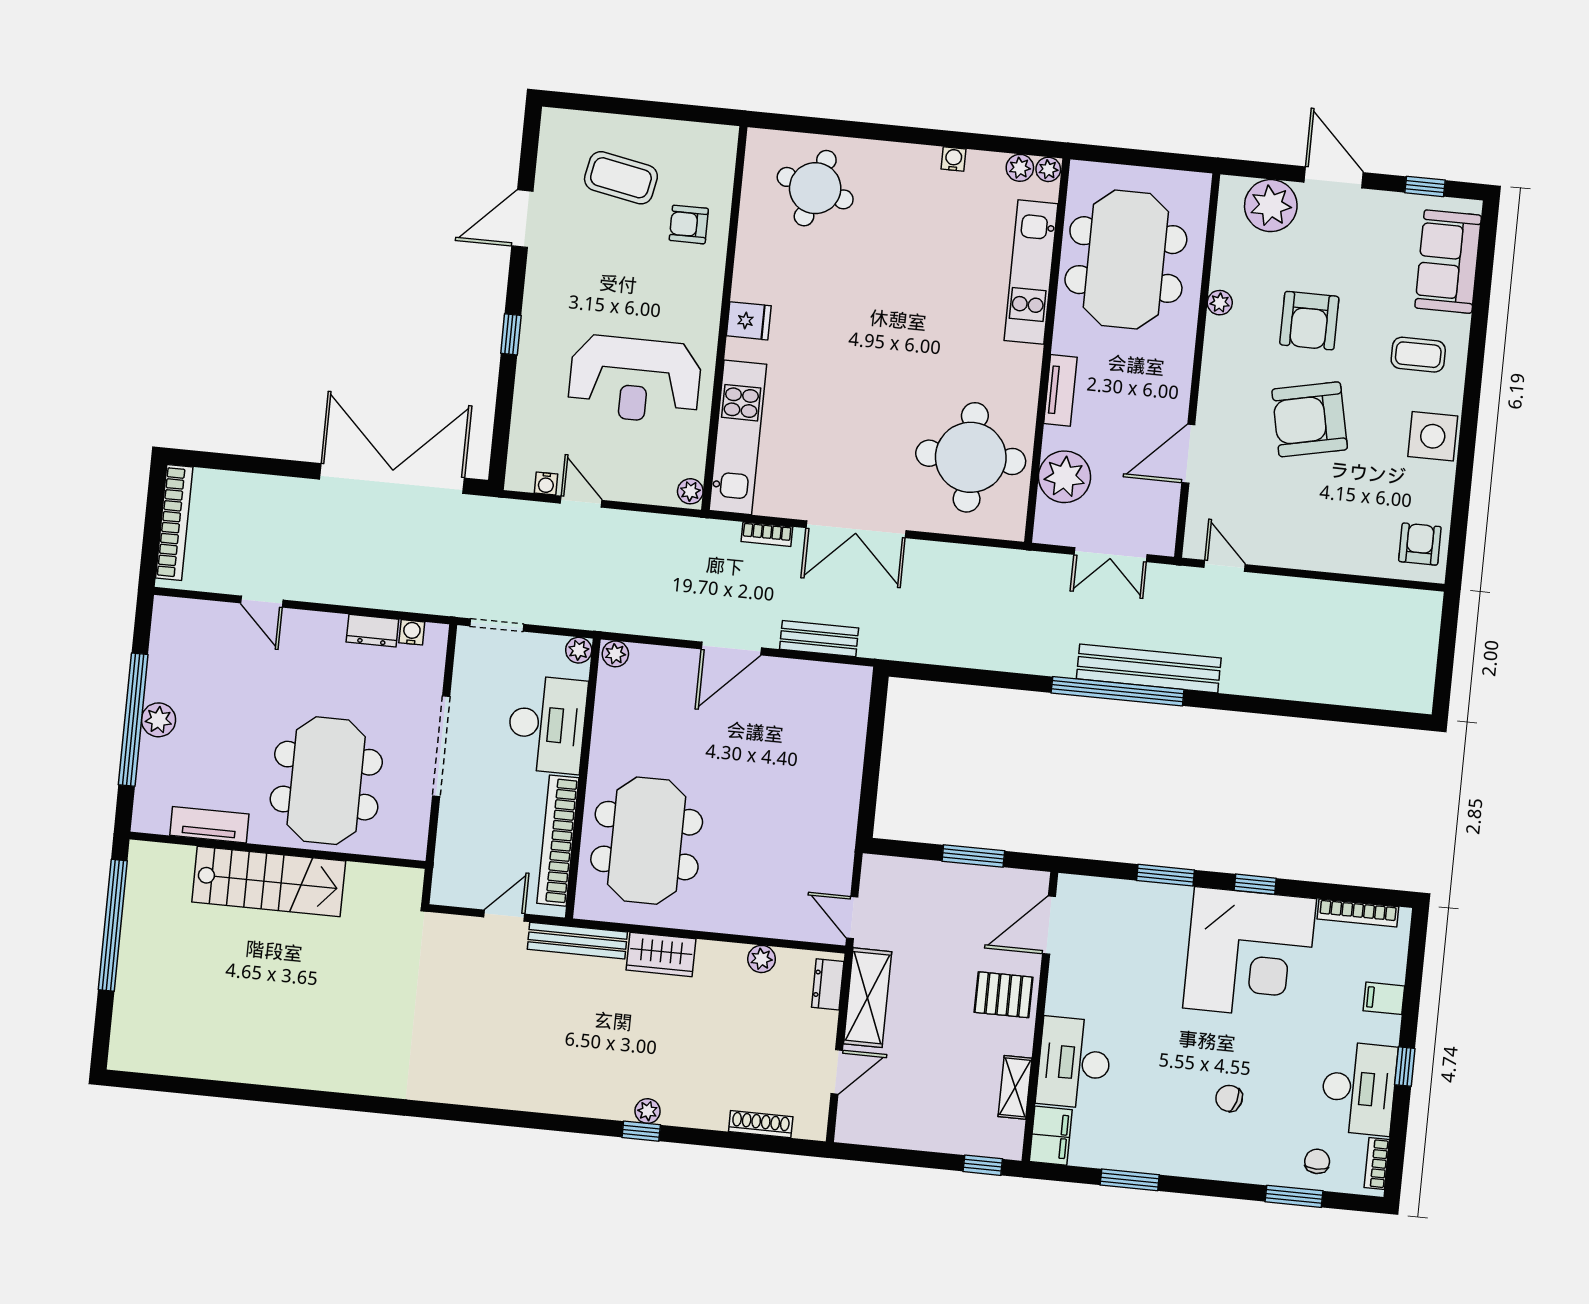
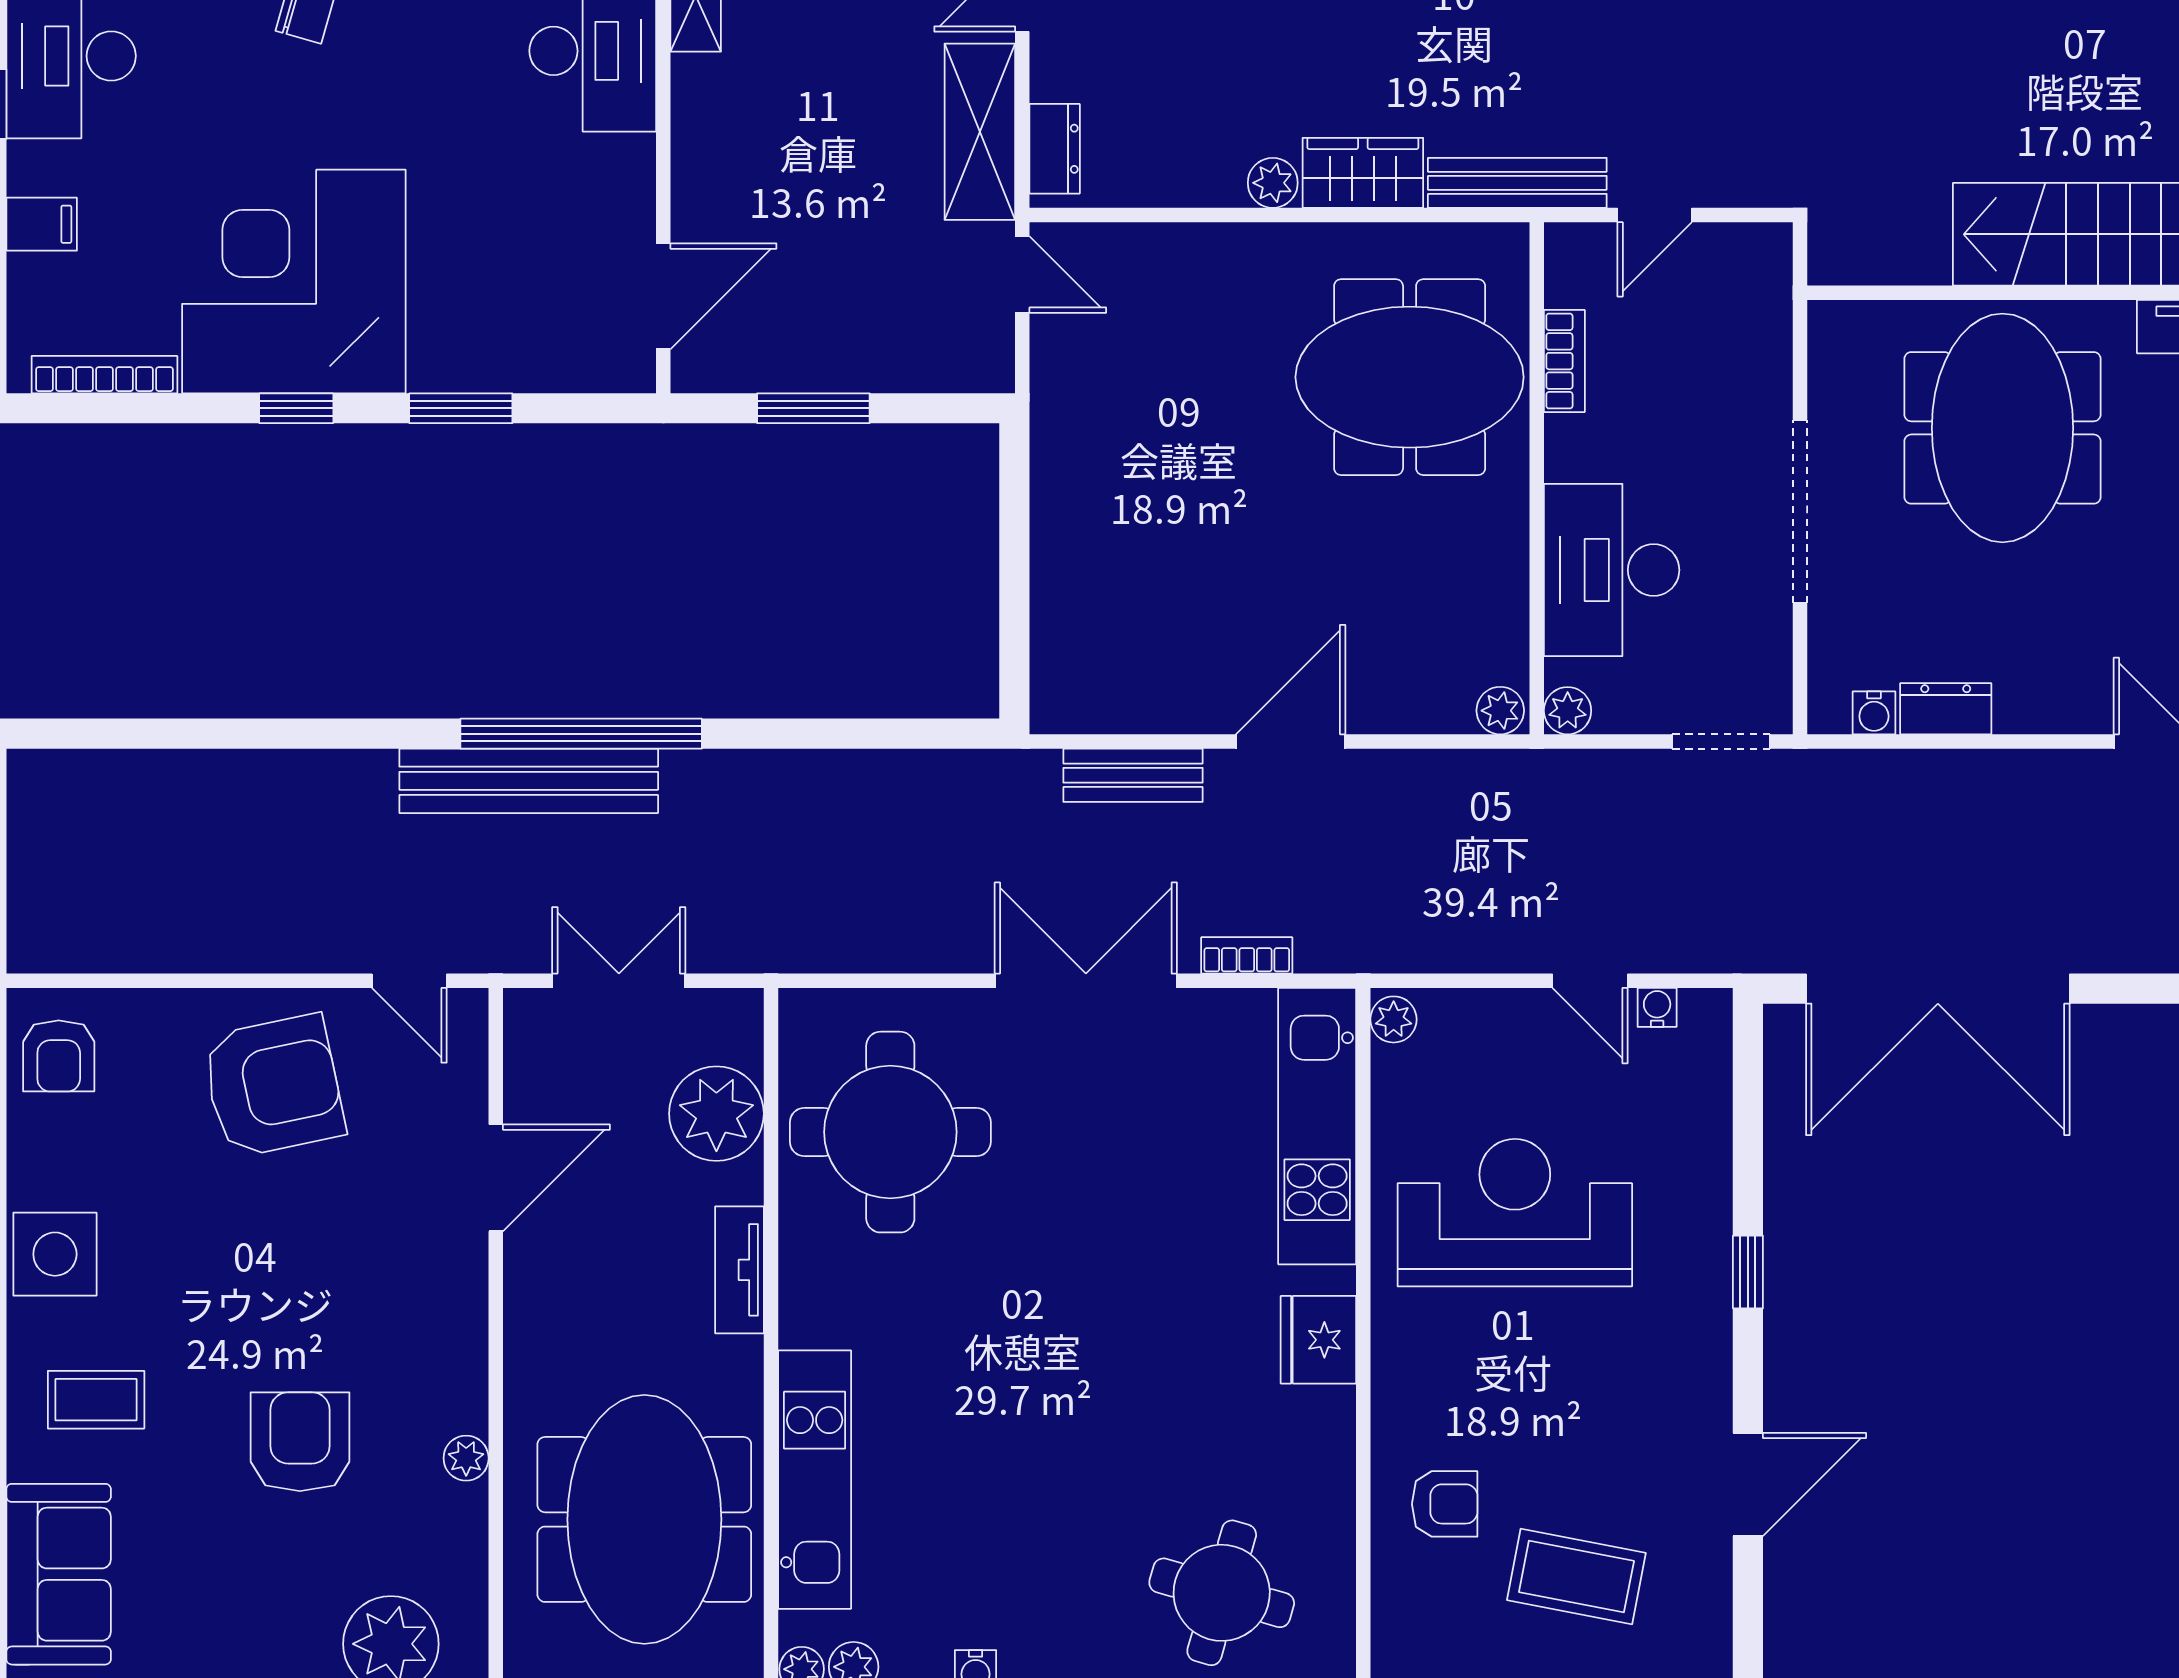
fridge: (749, 321) -> (1318, 1340), width x1.38
armchair: (1310, 419) -> (273, 1086), moved
bookcase: (558, 841) -> (1564, 361), width x0.43, depth x0.76
meeting table: (647, 841) -> (1410, 377), turned 90
plant: (762, 959) -> (1273, 183), moved
pallet: (1004, 995) -> (733, 162), removed

